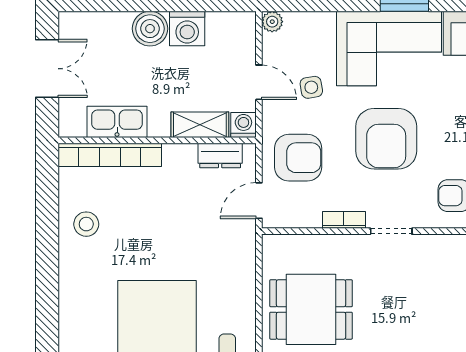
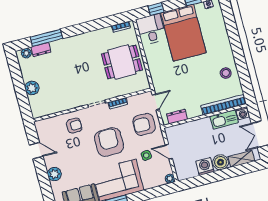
shelving: (200, 125) -> (241, 159), moved
washing machine: (243, 125) -> (243, 113), moved

